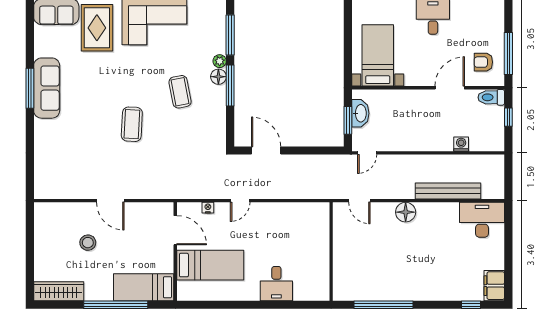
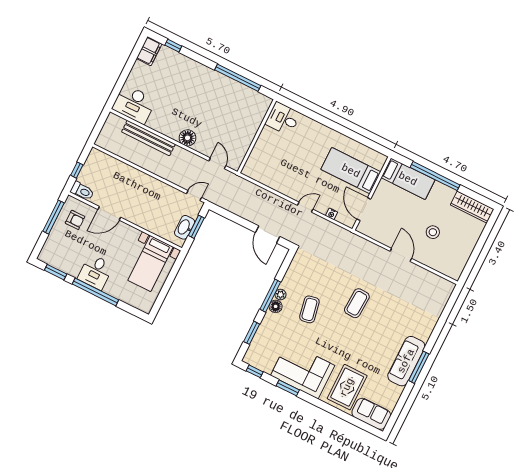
window: (230, 35) -> (252, 333), width x0.69
plant: (220, 61) -> (280, 295), moved
washing machine: (461, 144) -> (122, 168), removed
desk: (276, 284) -> (283, 119), moved, turned -90

